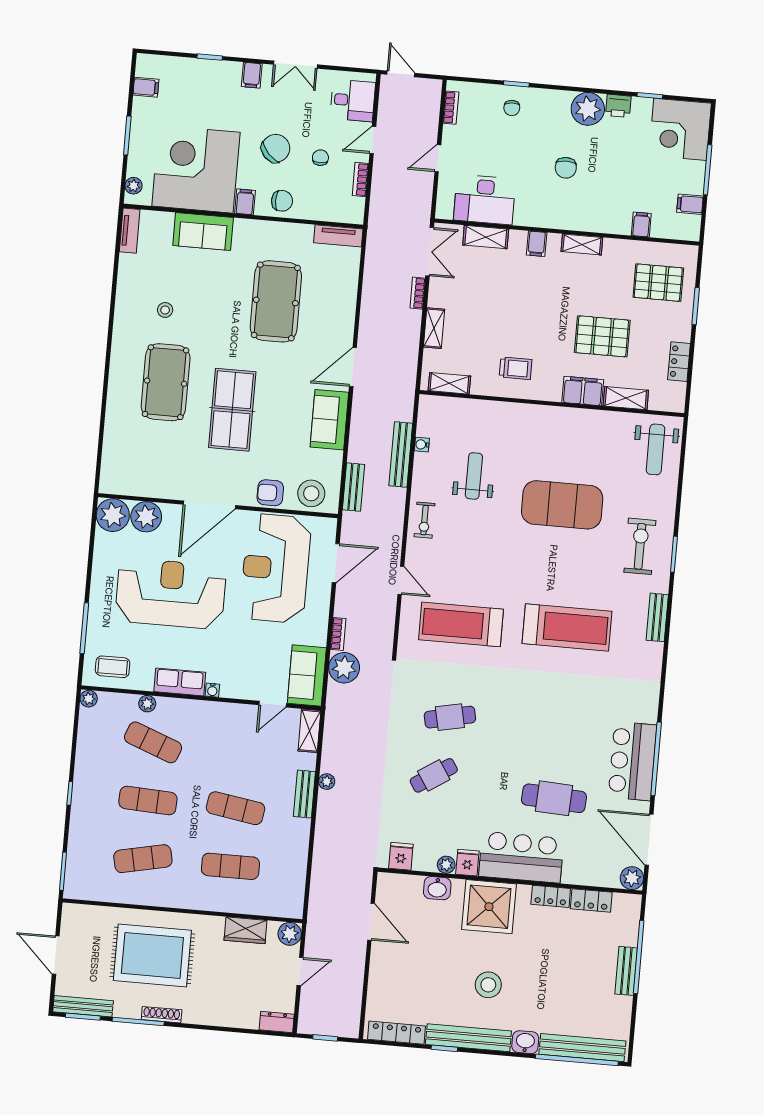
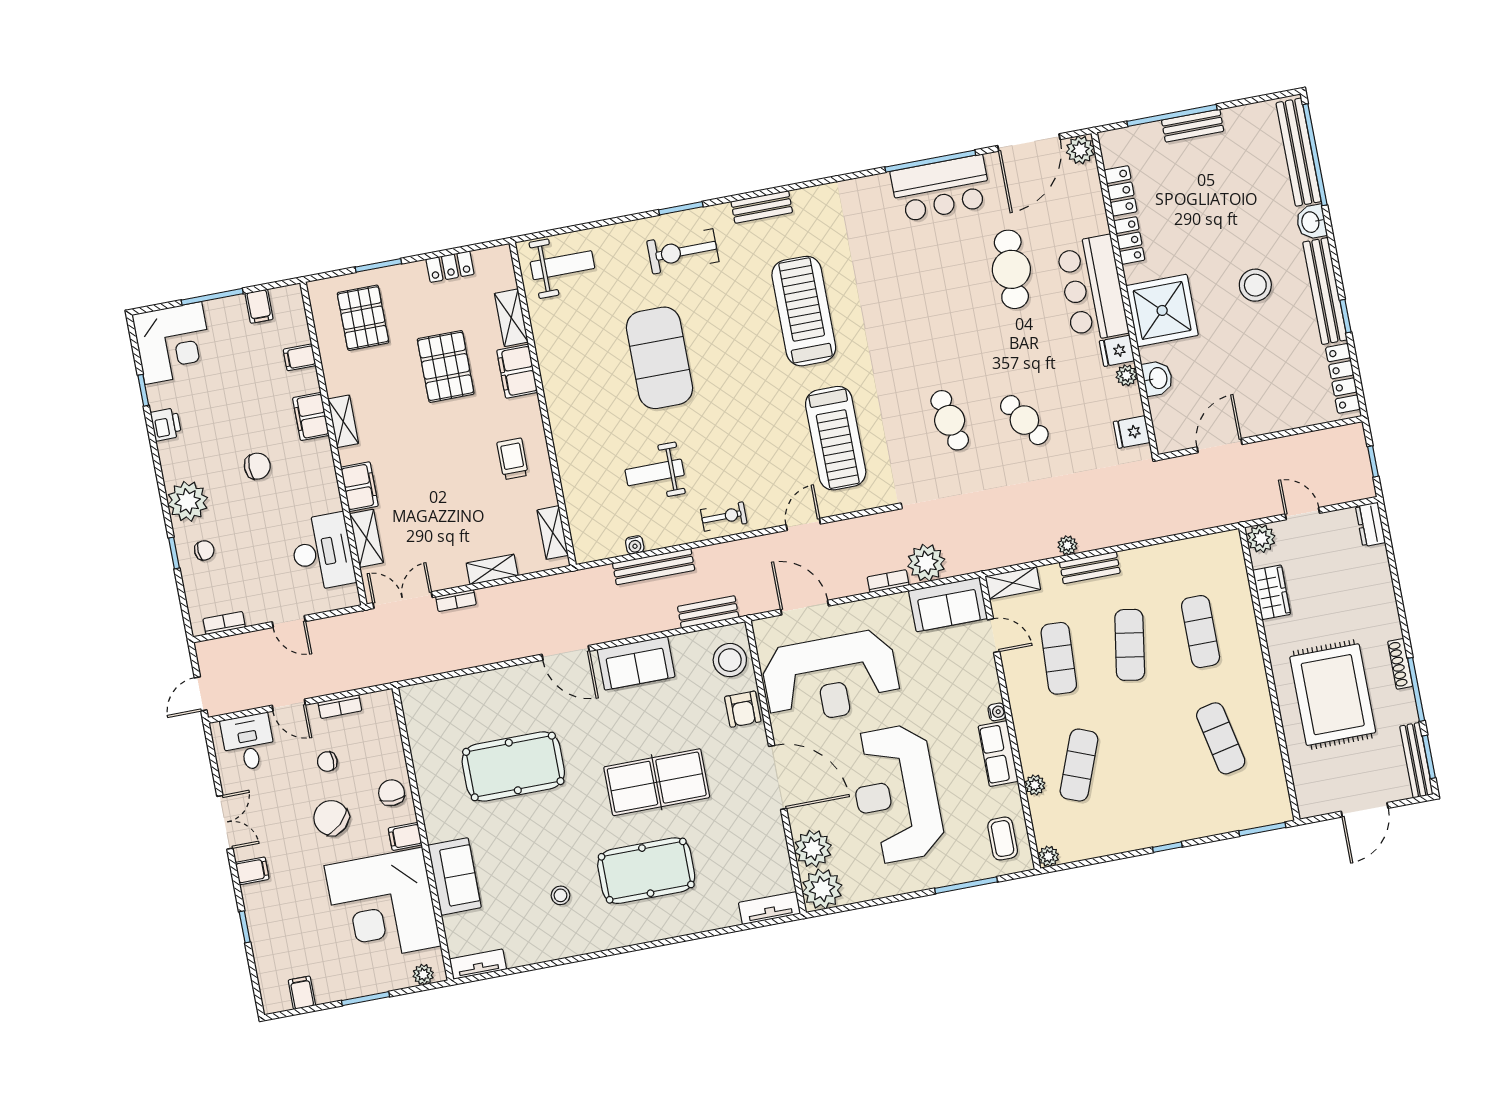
plant: (588, 109) -> (188, 501), moved
filing cabinet: (593, 220) -> (311, 417), added
tv unit: (338, 236) -> (769, 908), moved, turned -90
filing cabinet: (537, 244) -> (359, 487), width x2.00
exercise mat: (148, 801) -> (1059, 658), moved

